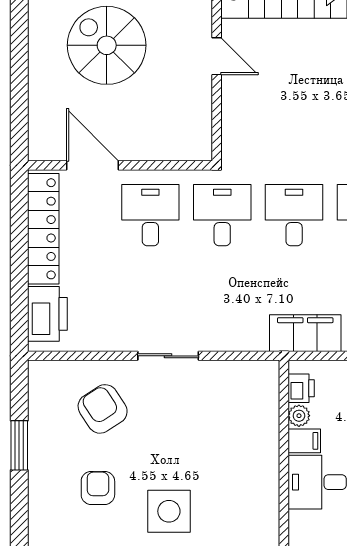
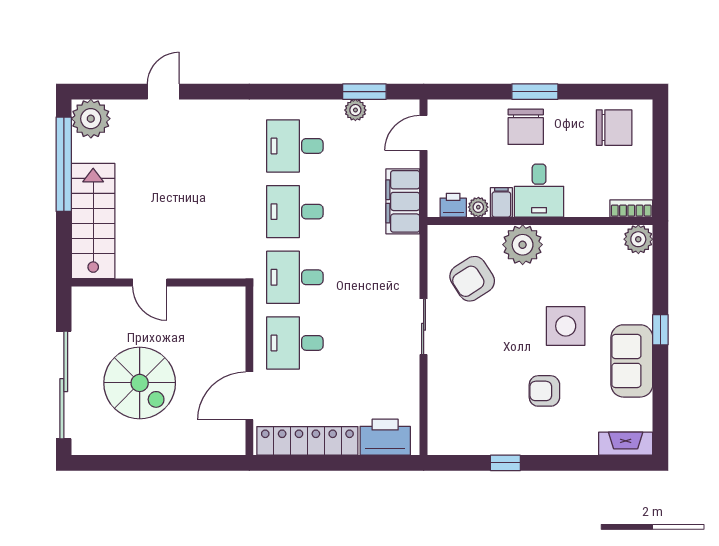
spiral stairs: (107, 45) -> (140, 383), turned -90
door: (217, 56) -> (150, 282), swing flipped
armchair: (103, 409) -> (472, 279), moved
window: (19, 445) -> (505, 463), width x0.67
plant: (258, 464) -> (523, 245), added

